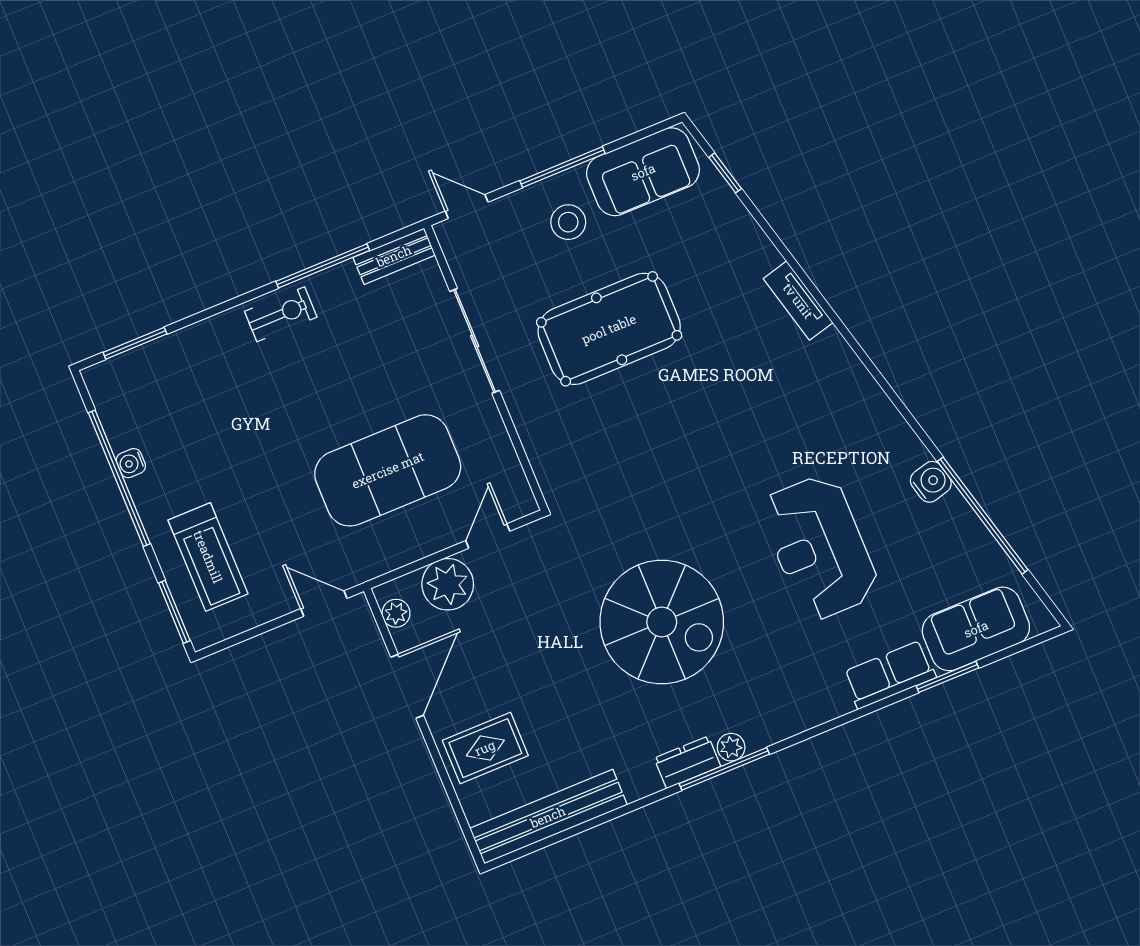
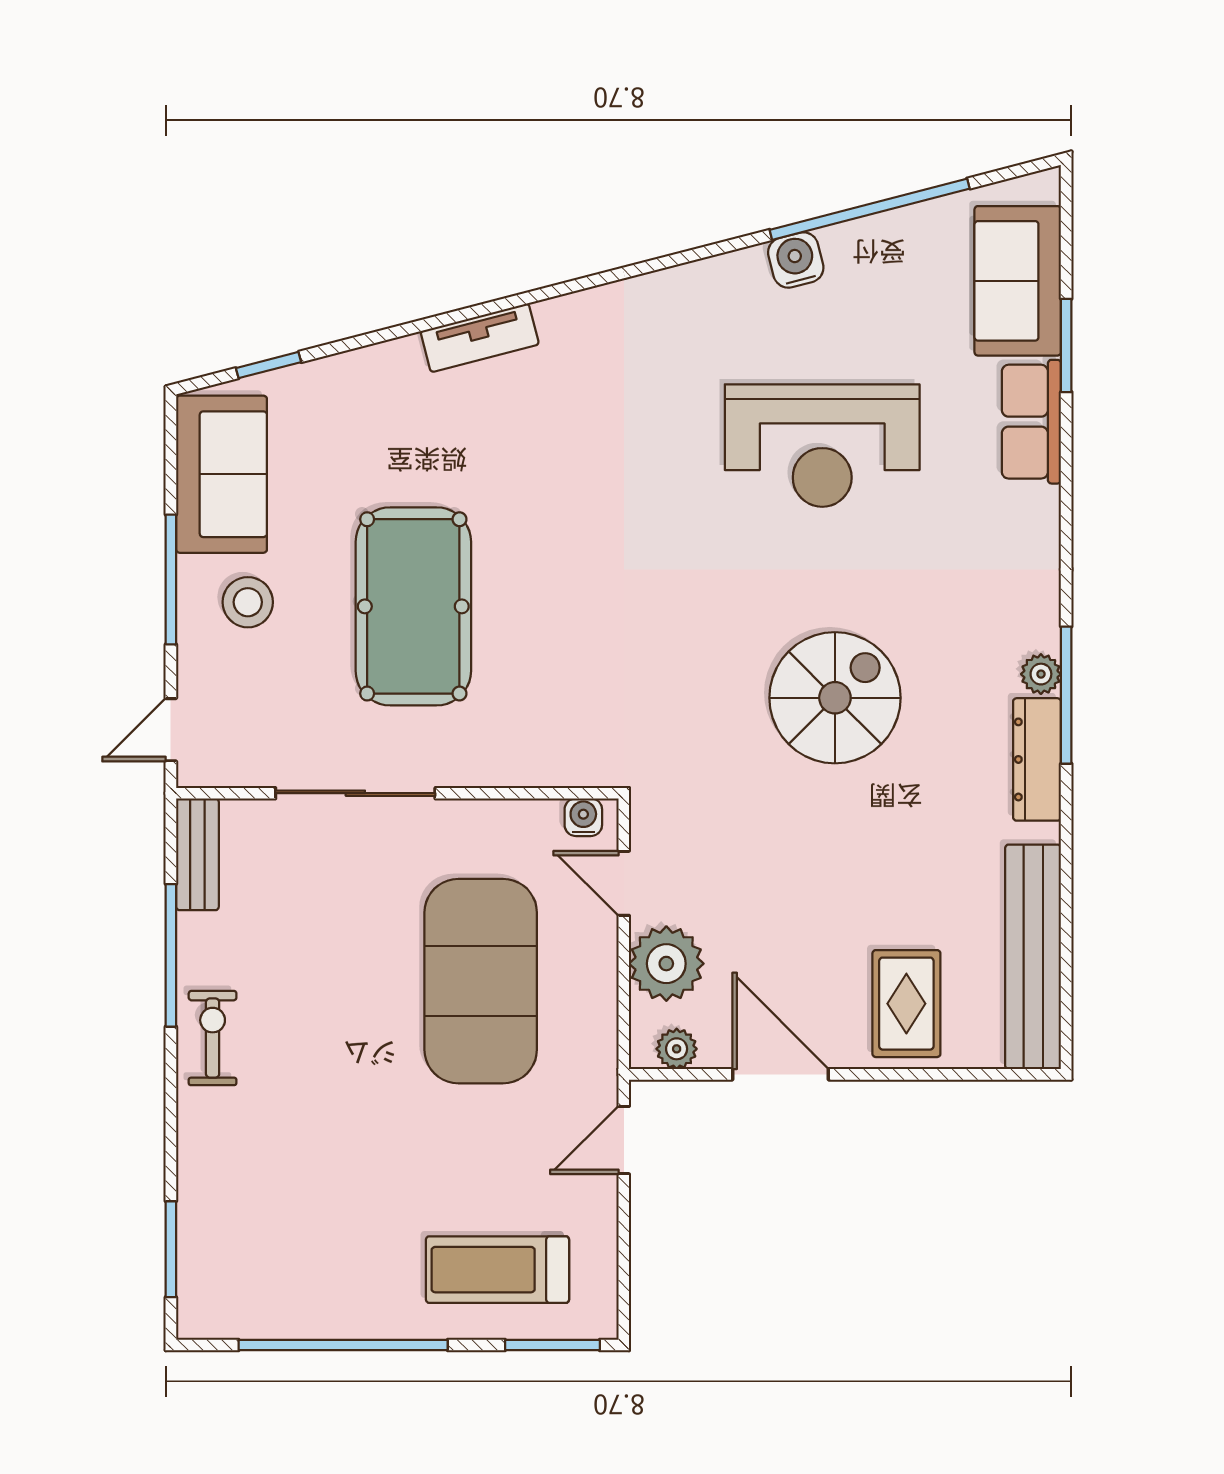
water cooler: (131, 463) -> (583, 817), moved, turned 180
treadmill: (208, 557) -> (497, 1270), turned 180
spiral stairs: (662, 622) -> (835, 698), width x0.73, depth x0.73
dresser: (687, 762) -> (1037, 759), width x1.44

